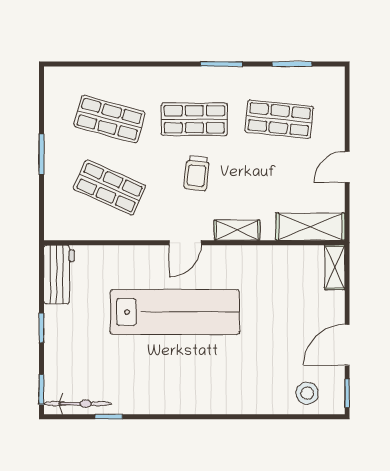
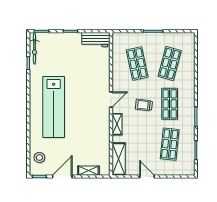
shop shelf: (109, 187) -> (137, 63), turned -36
door: (185, 243) -> (111, 100), swing flipped
shelving: (335, 267) -> (88, 171), moved
lab bench: (175, 312) -> (54, 107), moved
door: (347, 345) -> (62, 176), hinge flipped

